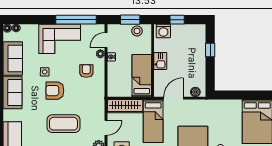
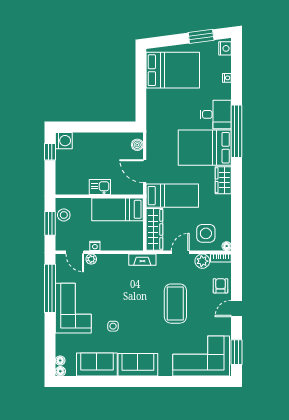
window: (177, 20) -> (50, 152), moved
washing machine: (163, 31) -> (64, 141), moved
window: (210, 50) -> (87, 127), removed
armchair: (86, 71) -> (112, 276), removed
armchair: (55, 91) -> (135, 314), removed
fireplace: (100, 96) -> (142, 260), added
door: (106, 128) -> (180, 252), hinge flipped

